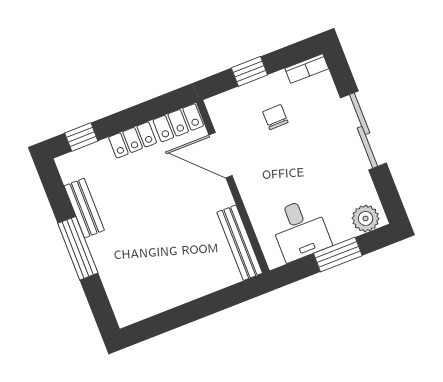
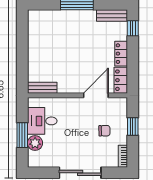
bench: (84, 208) -> (112, 16), moved
plant: (366, 218) -> (35, 143), moved
bench: (240, 243) -> (42, 88), width x0.73

